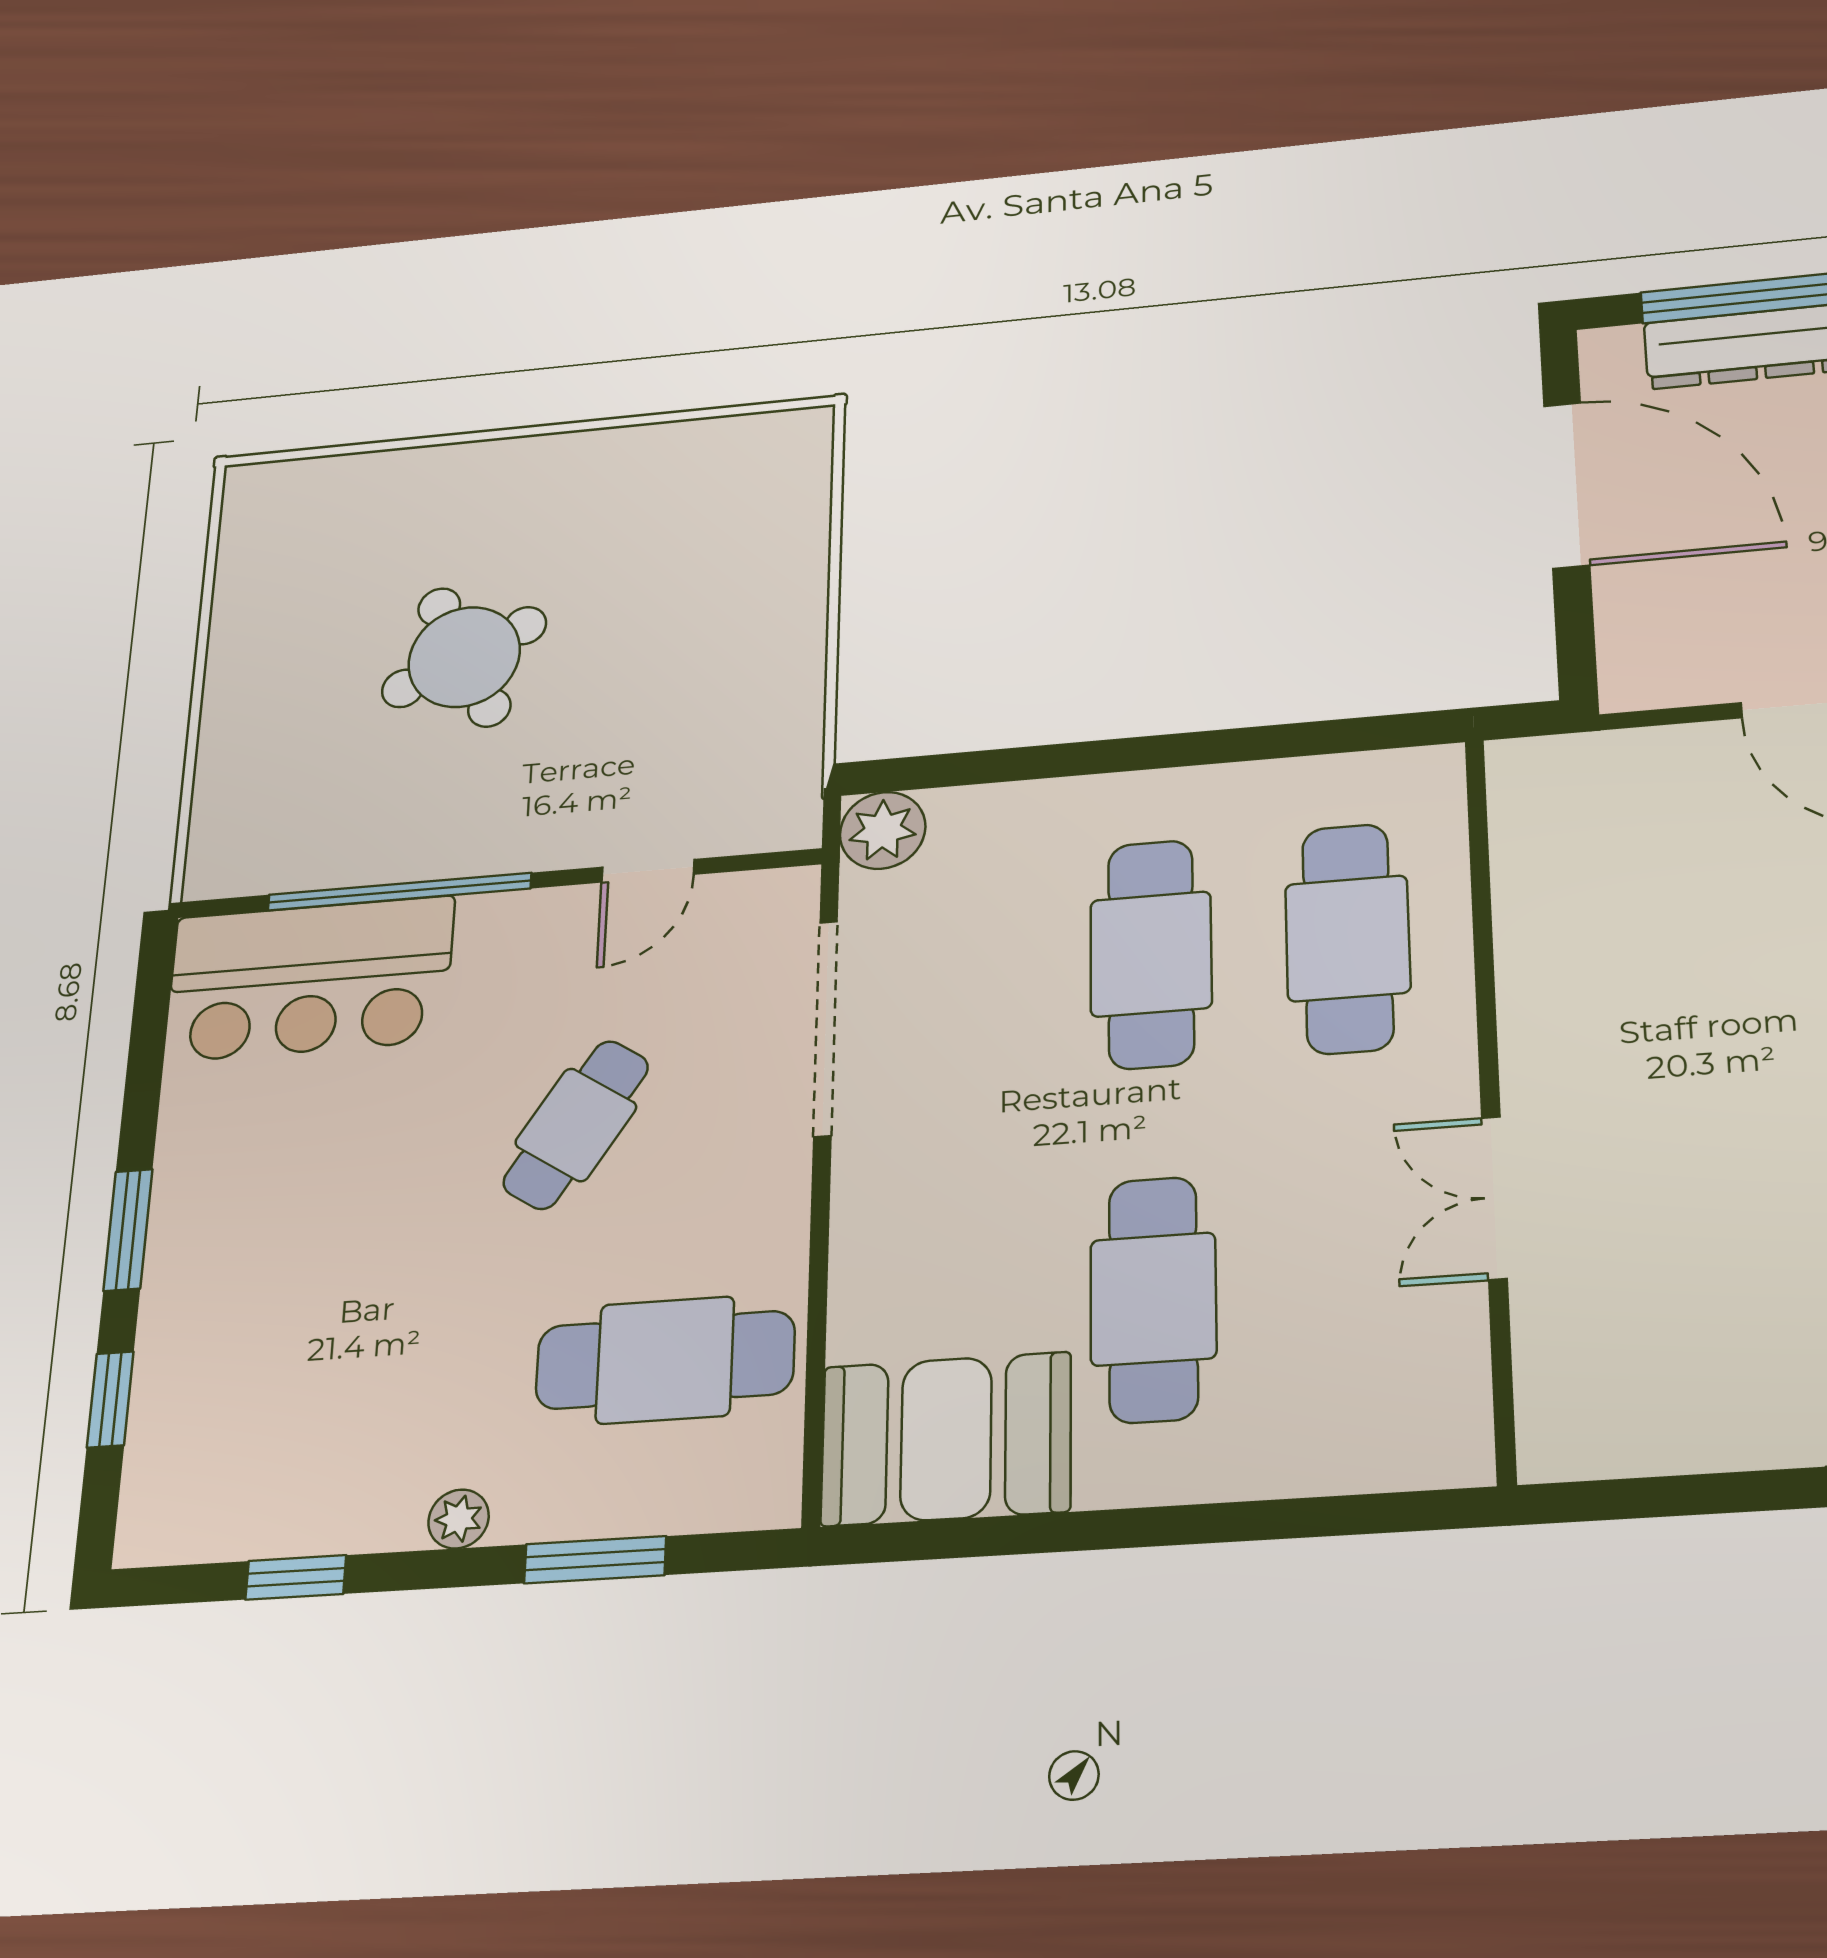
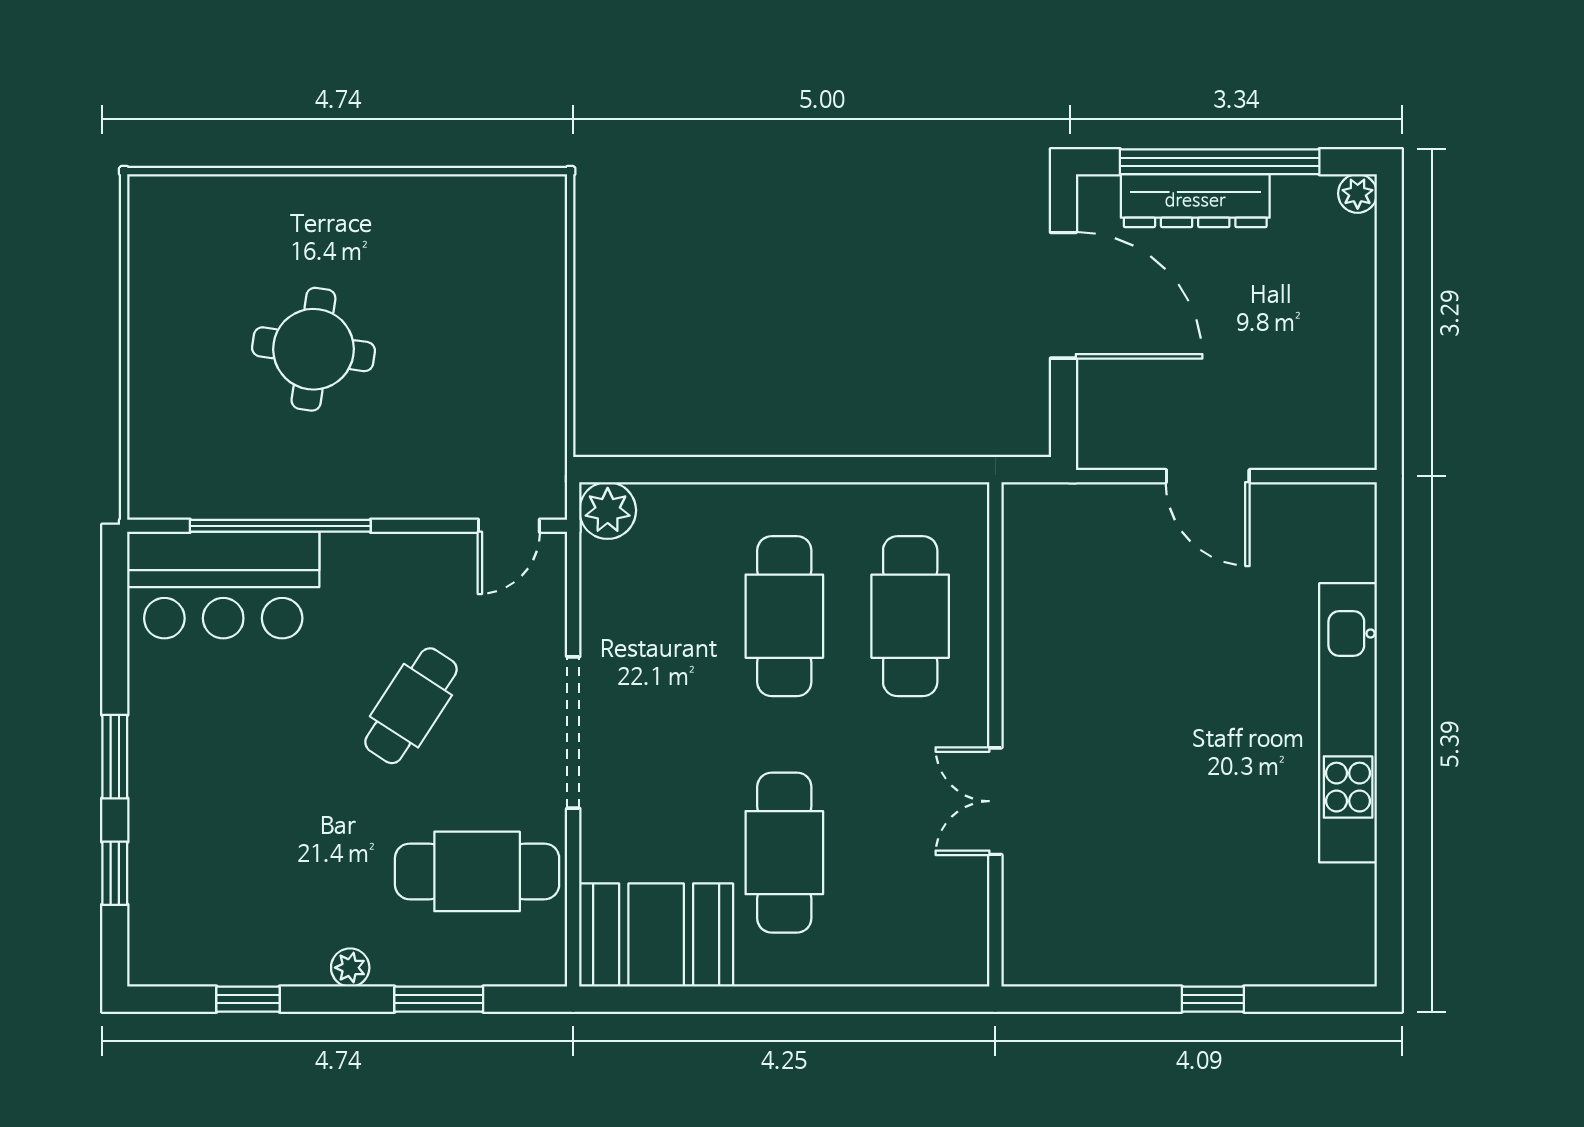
round table: (464, 657) -> (313, 349), turned 34
door: (648, 871) -> (509, 526), moved
doorway: (826, 1028) -> (573, 732), moved

